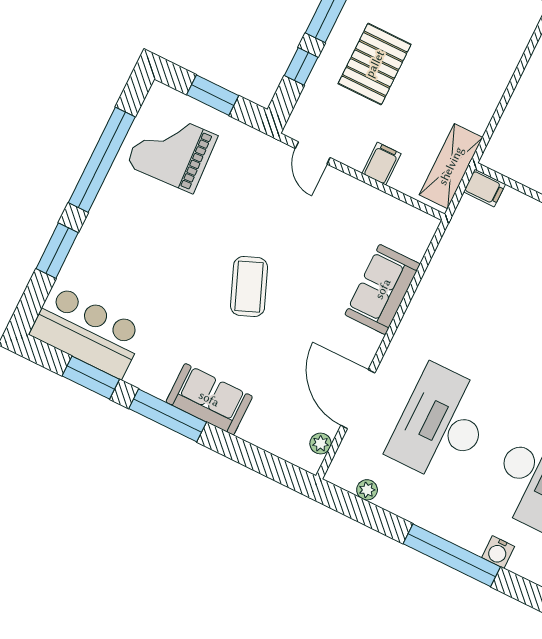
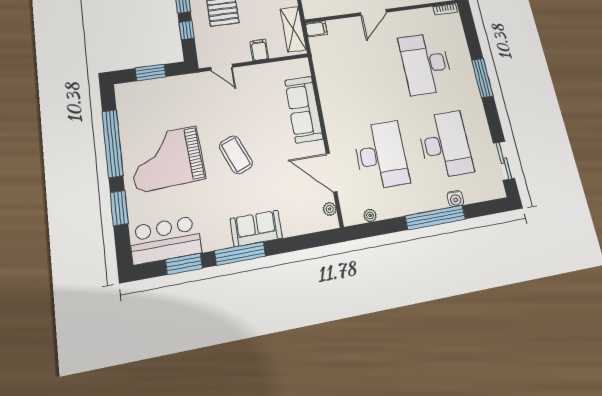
grand piano: (172, 151) -> (167, 159), moved, width x1.37, depth x1.48
sofa: (383, 289) -> (304, 109), width x1.36
desk: (441, 424) -> (381, 155), turned 180

